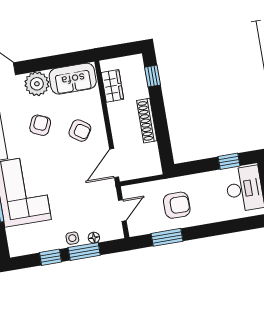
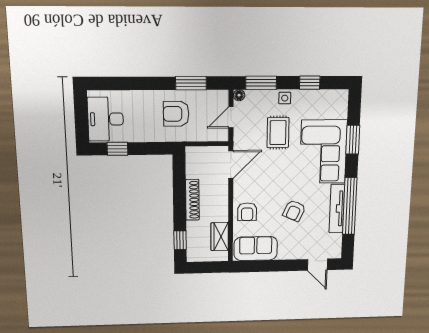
plant: (37, 84) -> (290, 249), removed
armchair: (80, 131) -> (247, 212), moved, turned -124
rug: (73, 203) -> (278, 133), added
floor lamp: (94, 238) -> (239, 95), moved
window: (84, 251) -> (261, 83), moved

